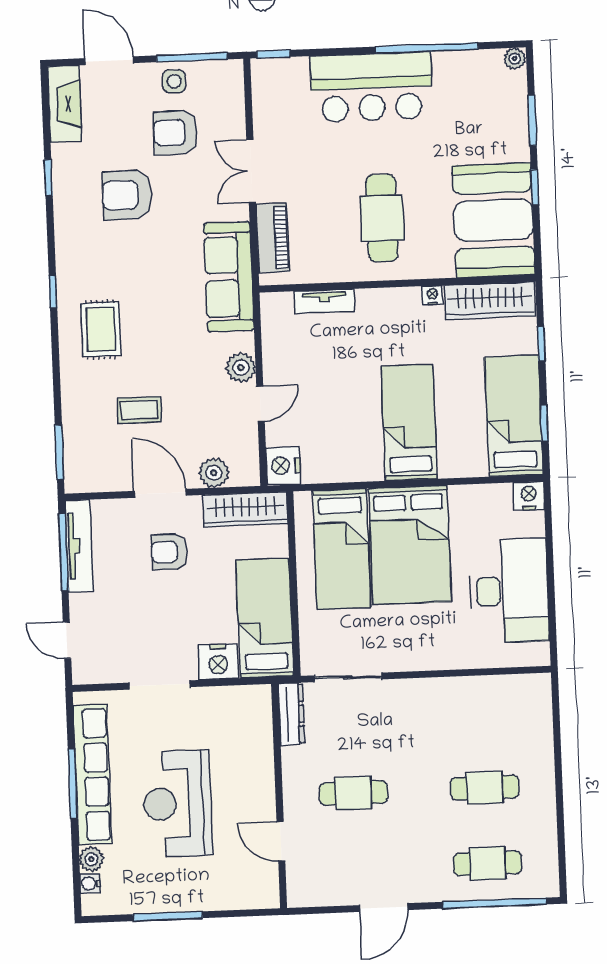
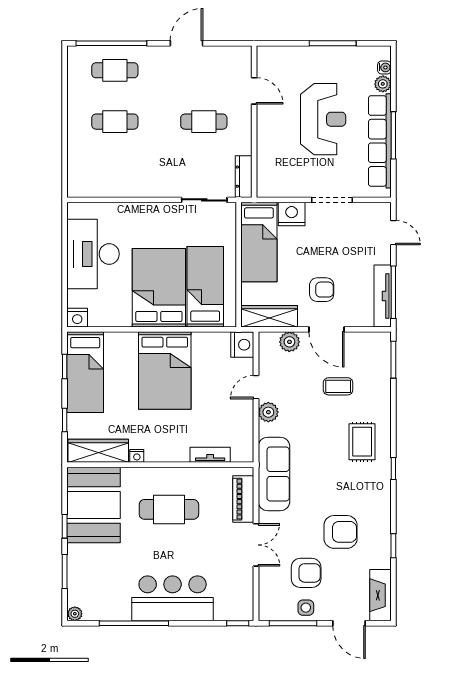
cafe table: (382, 218) -> (169, 509), turned 90
bed: (409, 422) -> (165, 370), width x1.50

